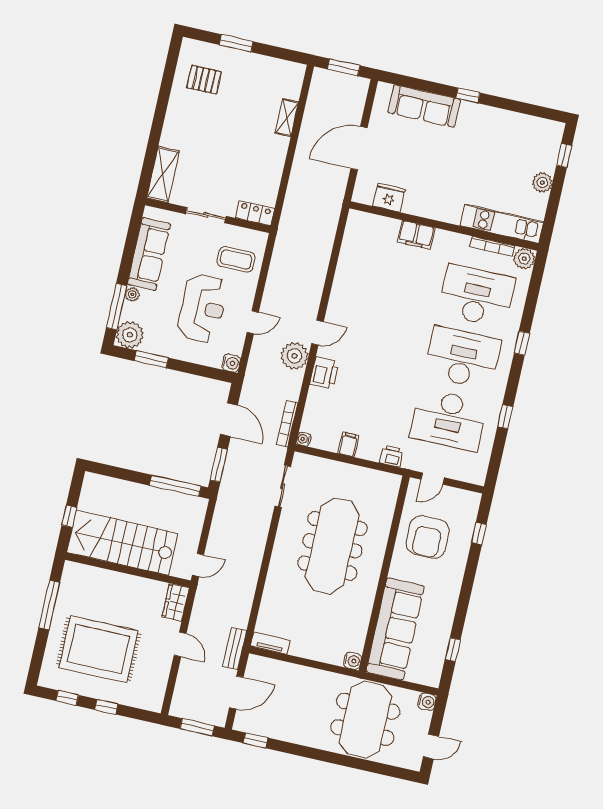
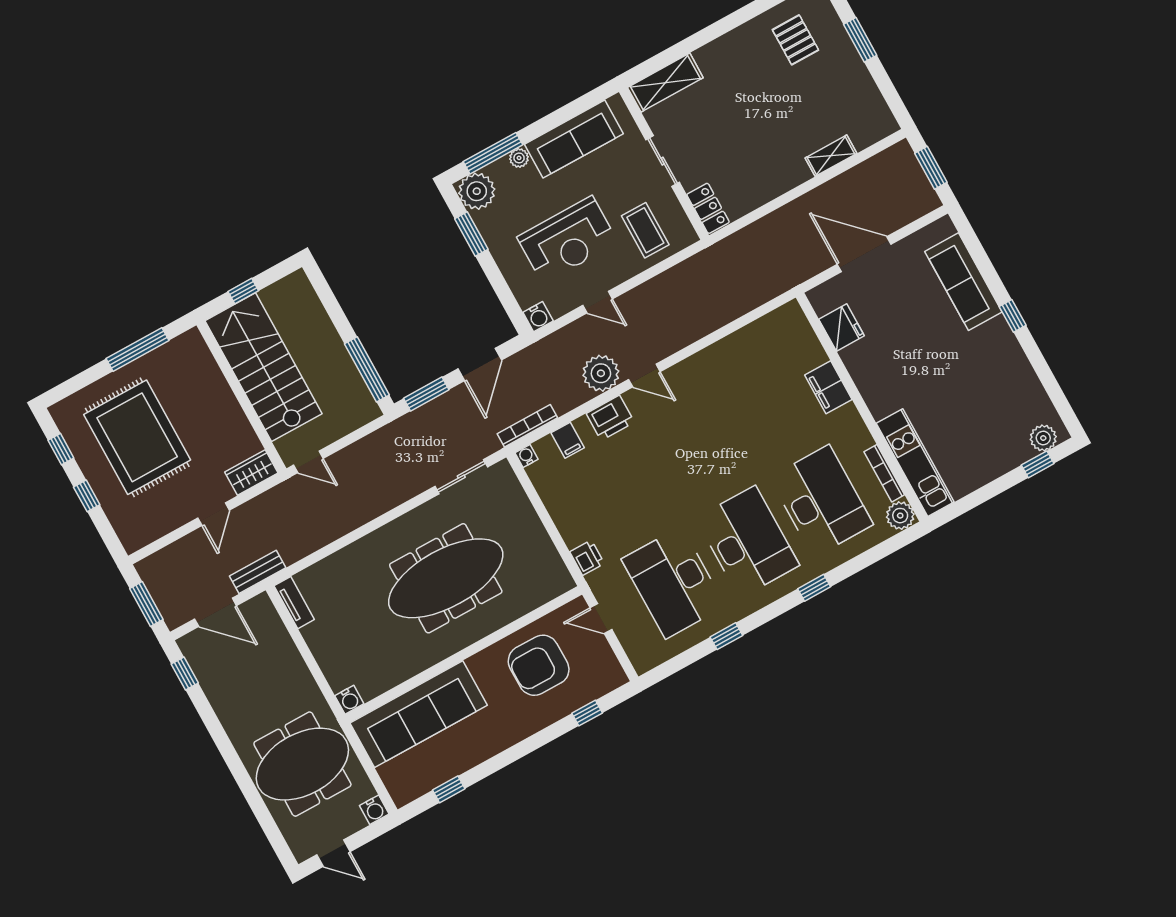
plant: (542, 182) -> (1043, 438), moved
filing cabinet: (348, 445) -> (568, 440), moved, turned 90

